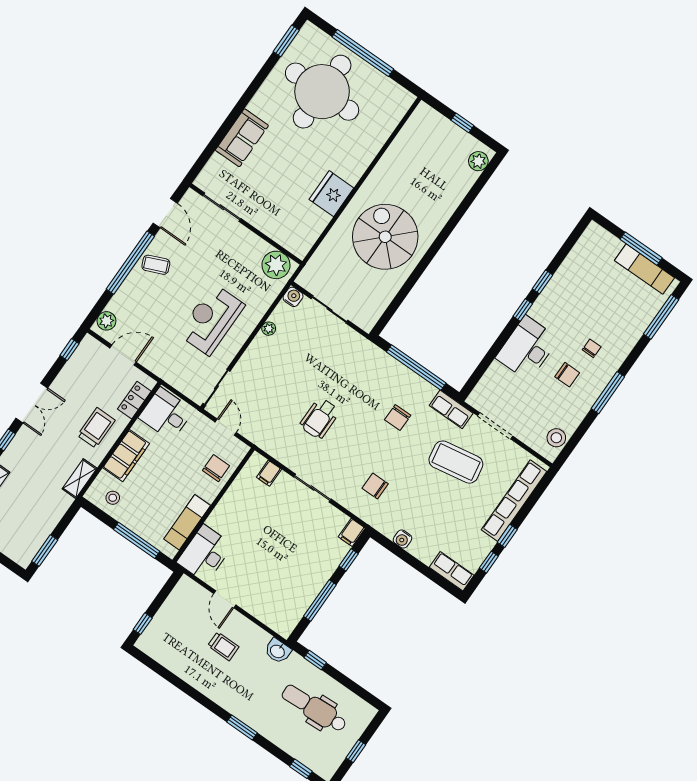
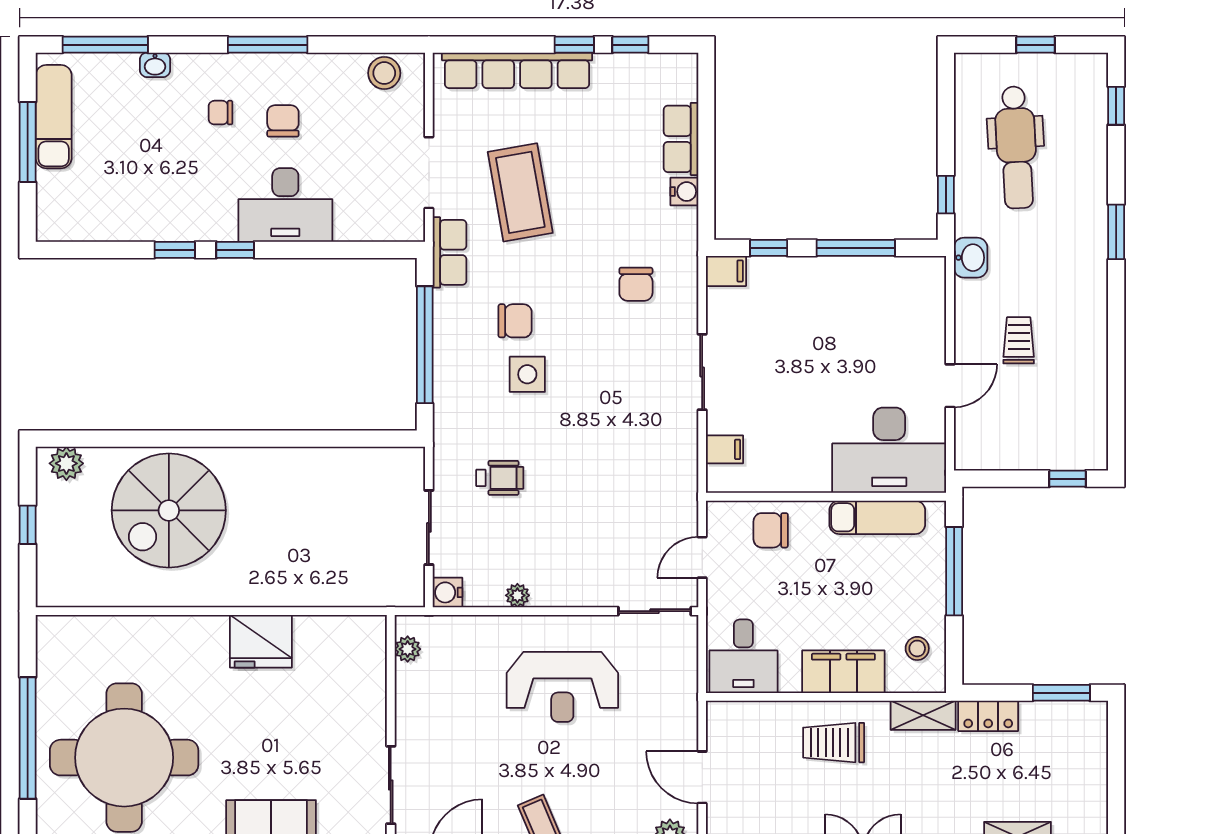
spiral stairs: (385, 237) -> (169, 510), moved
plant: (276, 265) -> (408, 649), width x0.53, depth x0.53
washbasin: (635, 333) -> (155, 65), added
locker: (134, 400) -> (988, 716), moved
side table: (369, 406) -> (527, 374), added
wheelchair: (320, 418) -> (500, 478), moved, width x0.73, depth x0.73
desk: (205, 554) -> (889, 450), width x1.36, depth x1.30
row of seats: (452, 571) -> (681, 139), moved

